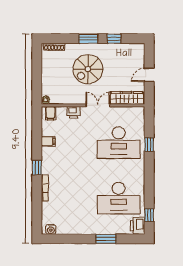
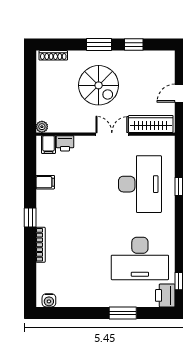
spiral stairs: (88, 69) -> (99, 85), turned -90
printer: (74, 112) -> (65, 143), moved
desk: (119, 143) -> (140, 184), turned -90

